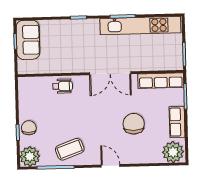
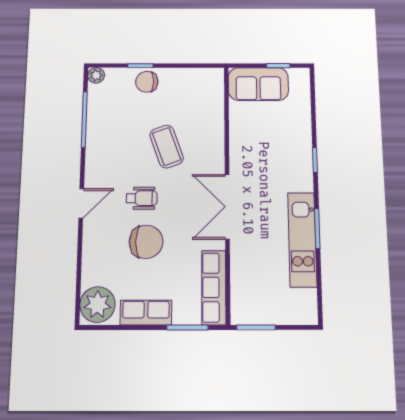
kitchen unit: (140, 26) -> (302, 239), width x0.73
sofa: (28, 40) -> (258, 84), moved
wheelchair: (63, 86) -> (142, 198), moved, turned -90
chair: (29, 128) -> (147, 82), turned 180
coffee table: (70, 149) -> (167, 147), moved
plant: (30, 156) -> (96, 75), width x0.53, depth x0.53

